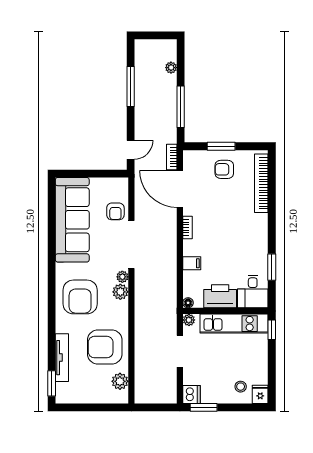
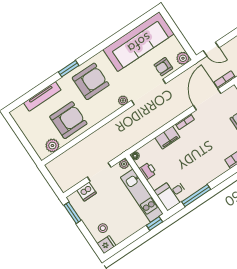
filing cabinet: (192, 263) -> (167, 138), width x2.00
window: (272, 267) -> (196, 196), width x1.44
plant: (120, 292) -> (183, 58), moved
printer: (220, 296) -> (148, 171), width x0.53, depth x0.68
armchair: (80, 297) -> (91, 81), turned 180
armchair: (105, 347) -> (68, 120), turned 90
window: (52, 383) -> (69, 69), moved
dishwasher: (191, 394) -> (87, 192), moved

